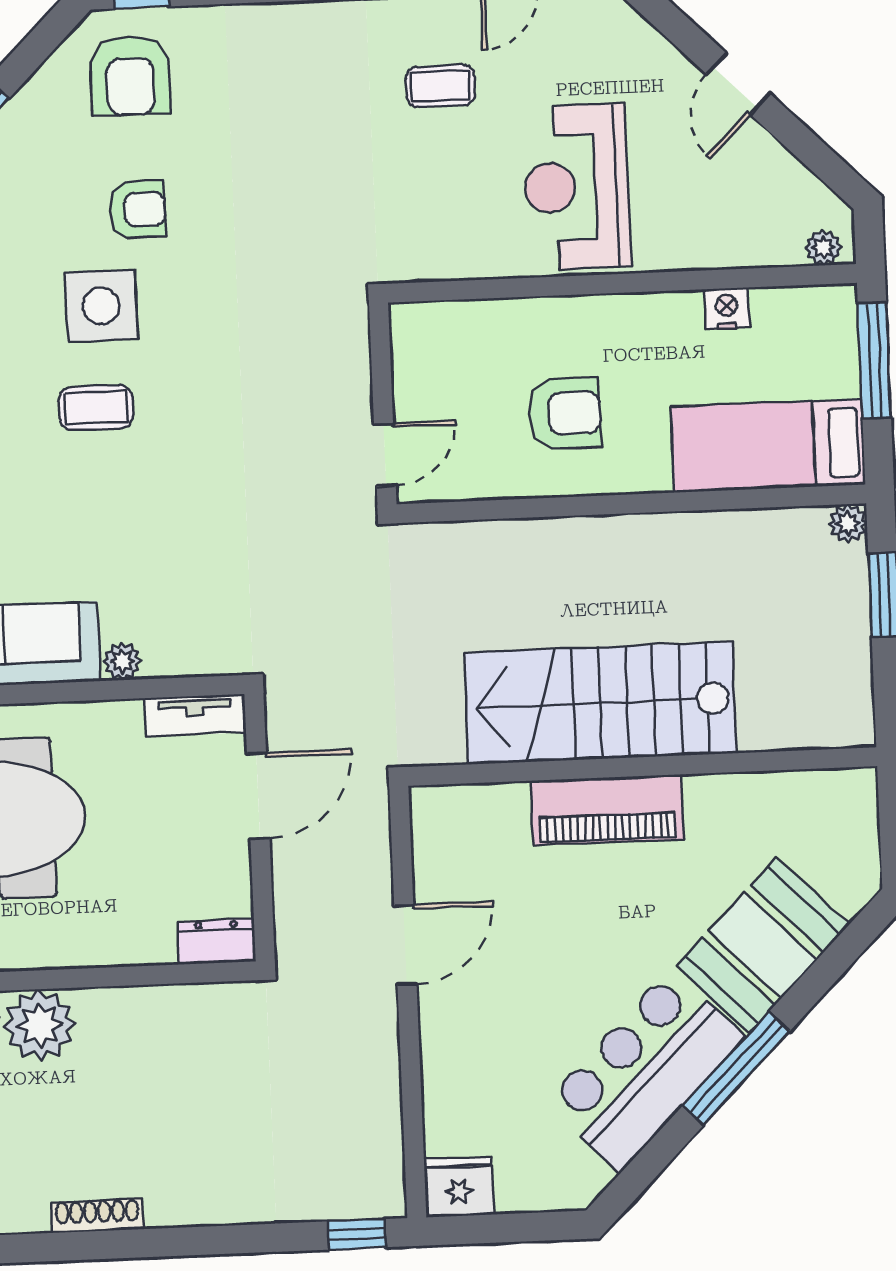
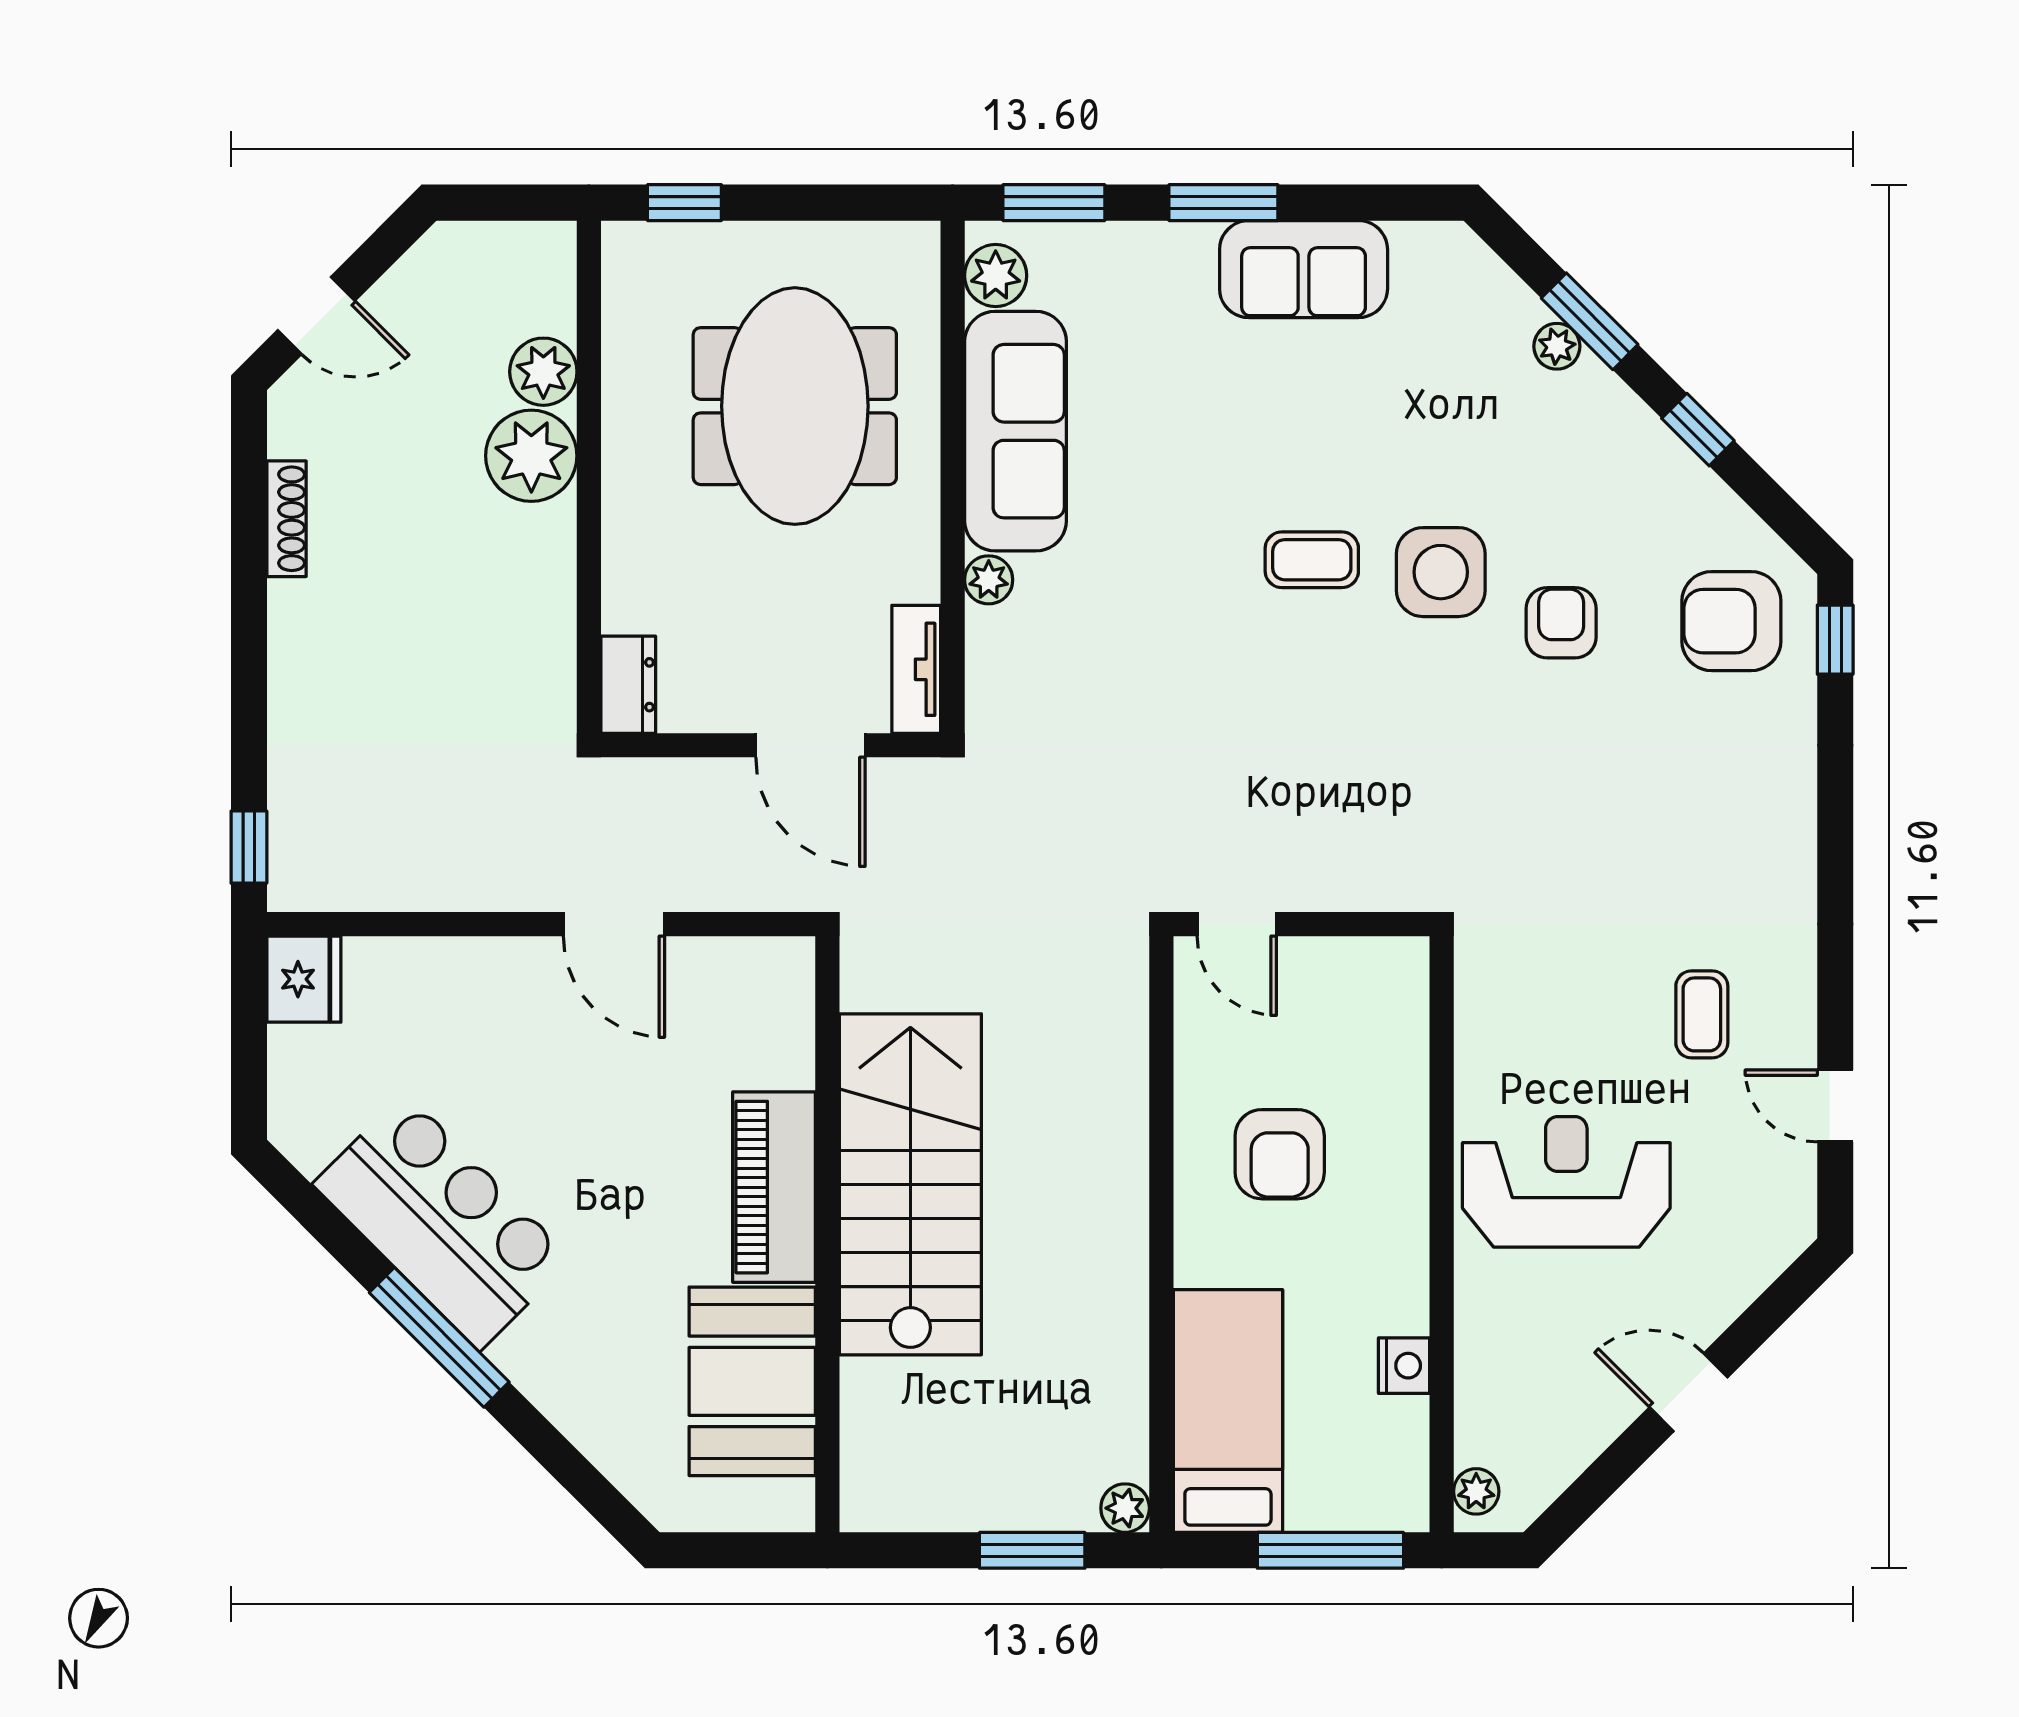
armchair: (137, 209) -> (1561, 623), turned 180
coffee table: (96, 408) -> (1312, 560), turned 90
booth: (763, 945) -> (752, 1381), moved, turned 45

